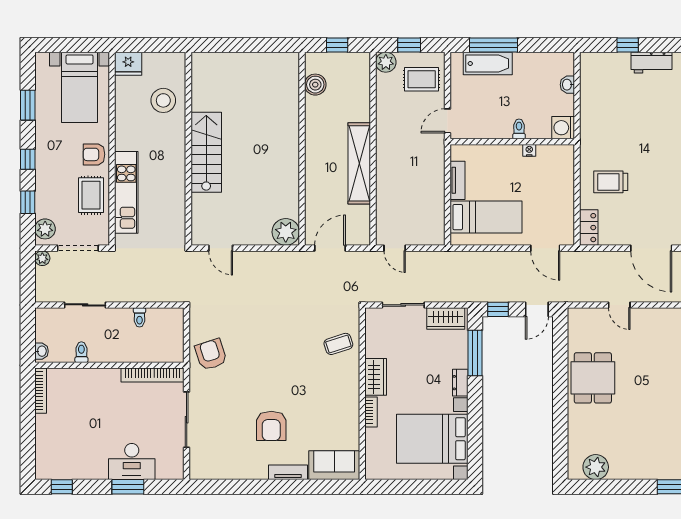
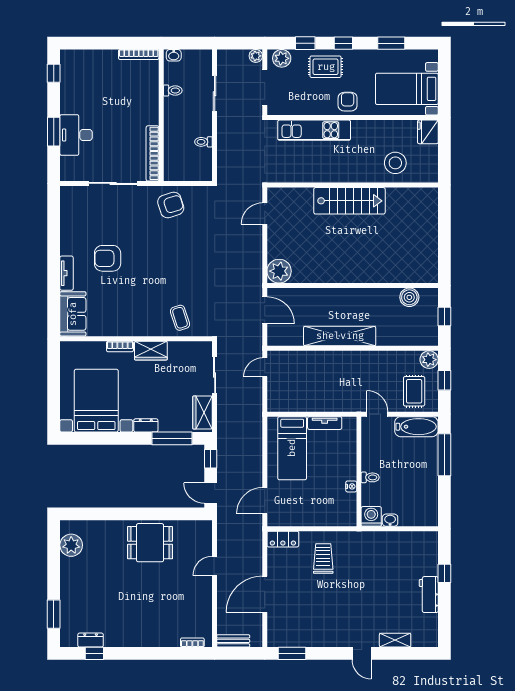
bathtub: (488, 63) -> (416, 427), moved, turned -90
washbasin: (567, 85) -> (390, 520), moved
rug: (91, 195) -> (326, 67), moved

